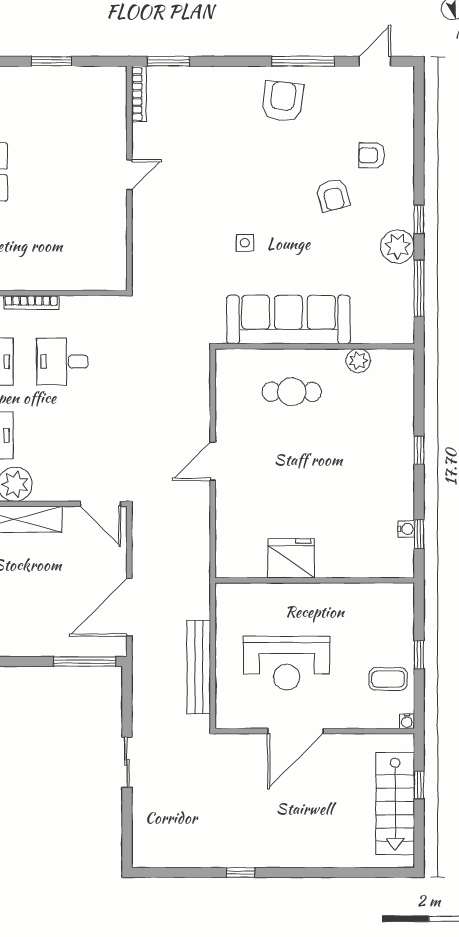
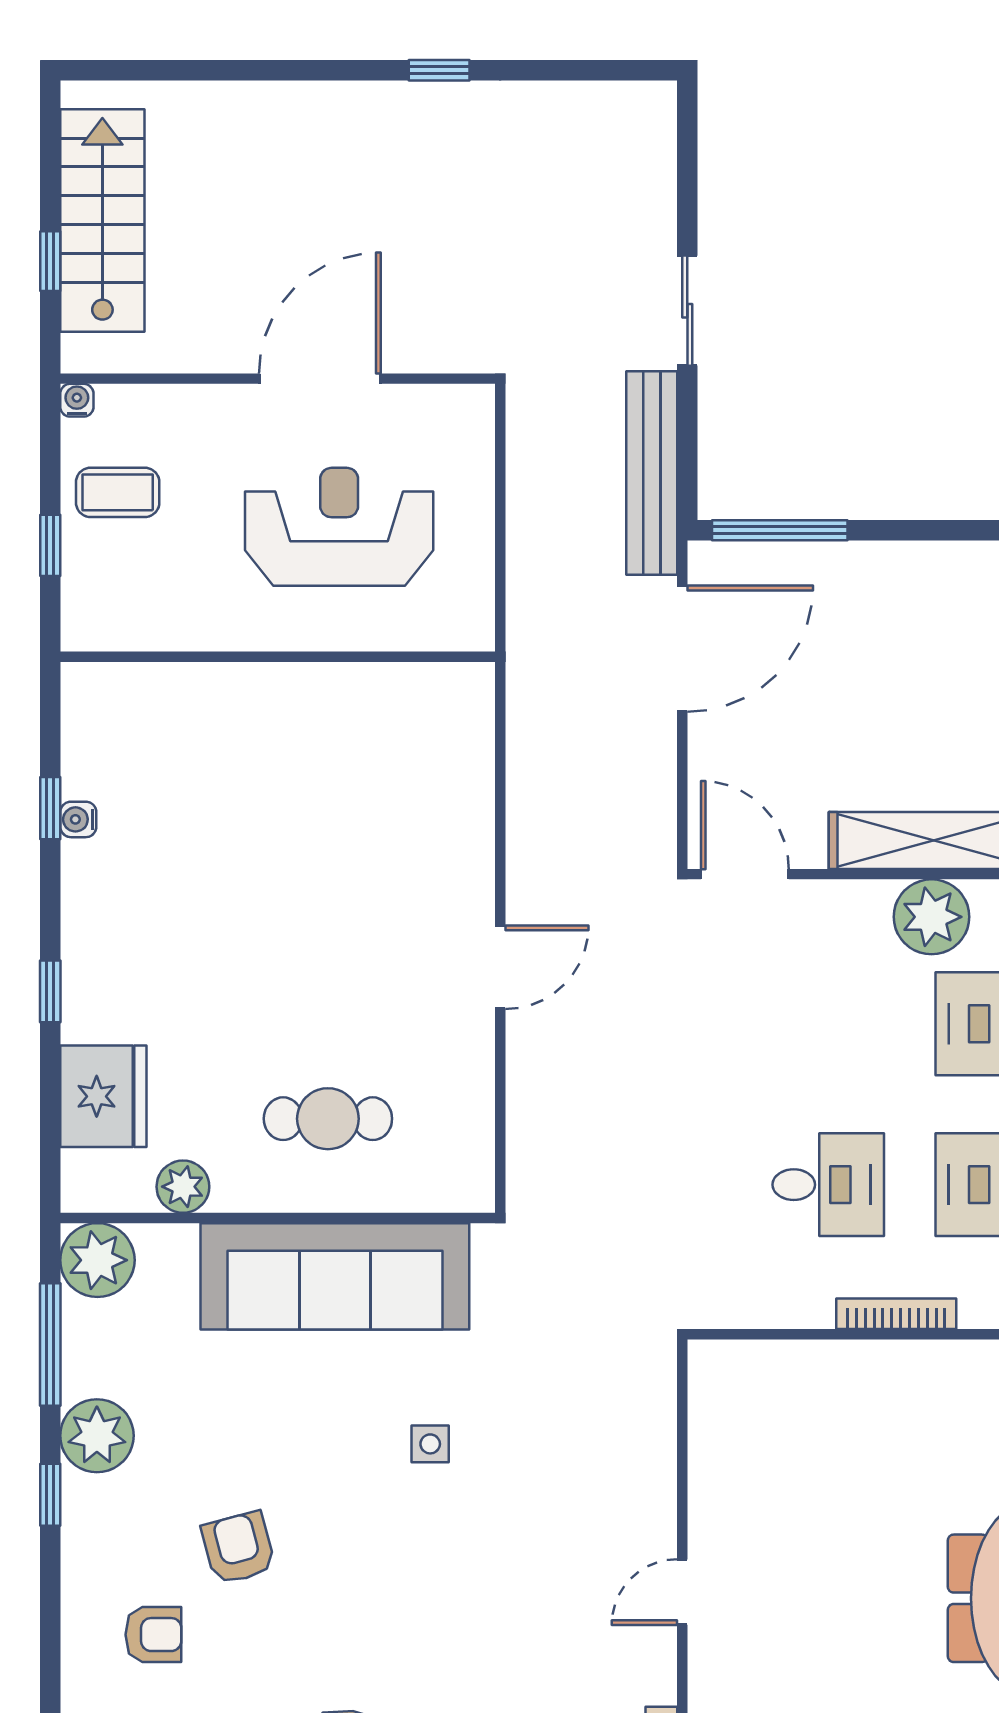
plant: (397, 327) -> (97, 1260), added
fridge: (291, 558) -> (103, 1096), moved, turned -90
wall: (315, 580) -> (278, 657), moved
bench: (199, 667) -> (652, 473), moved

